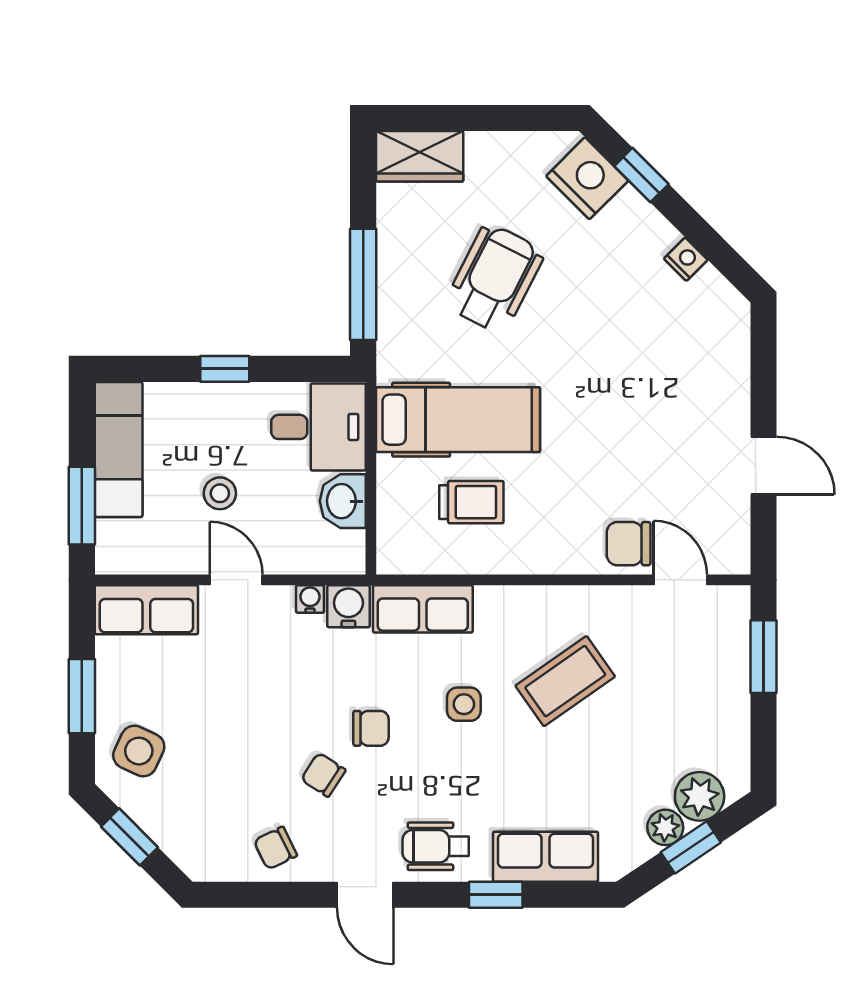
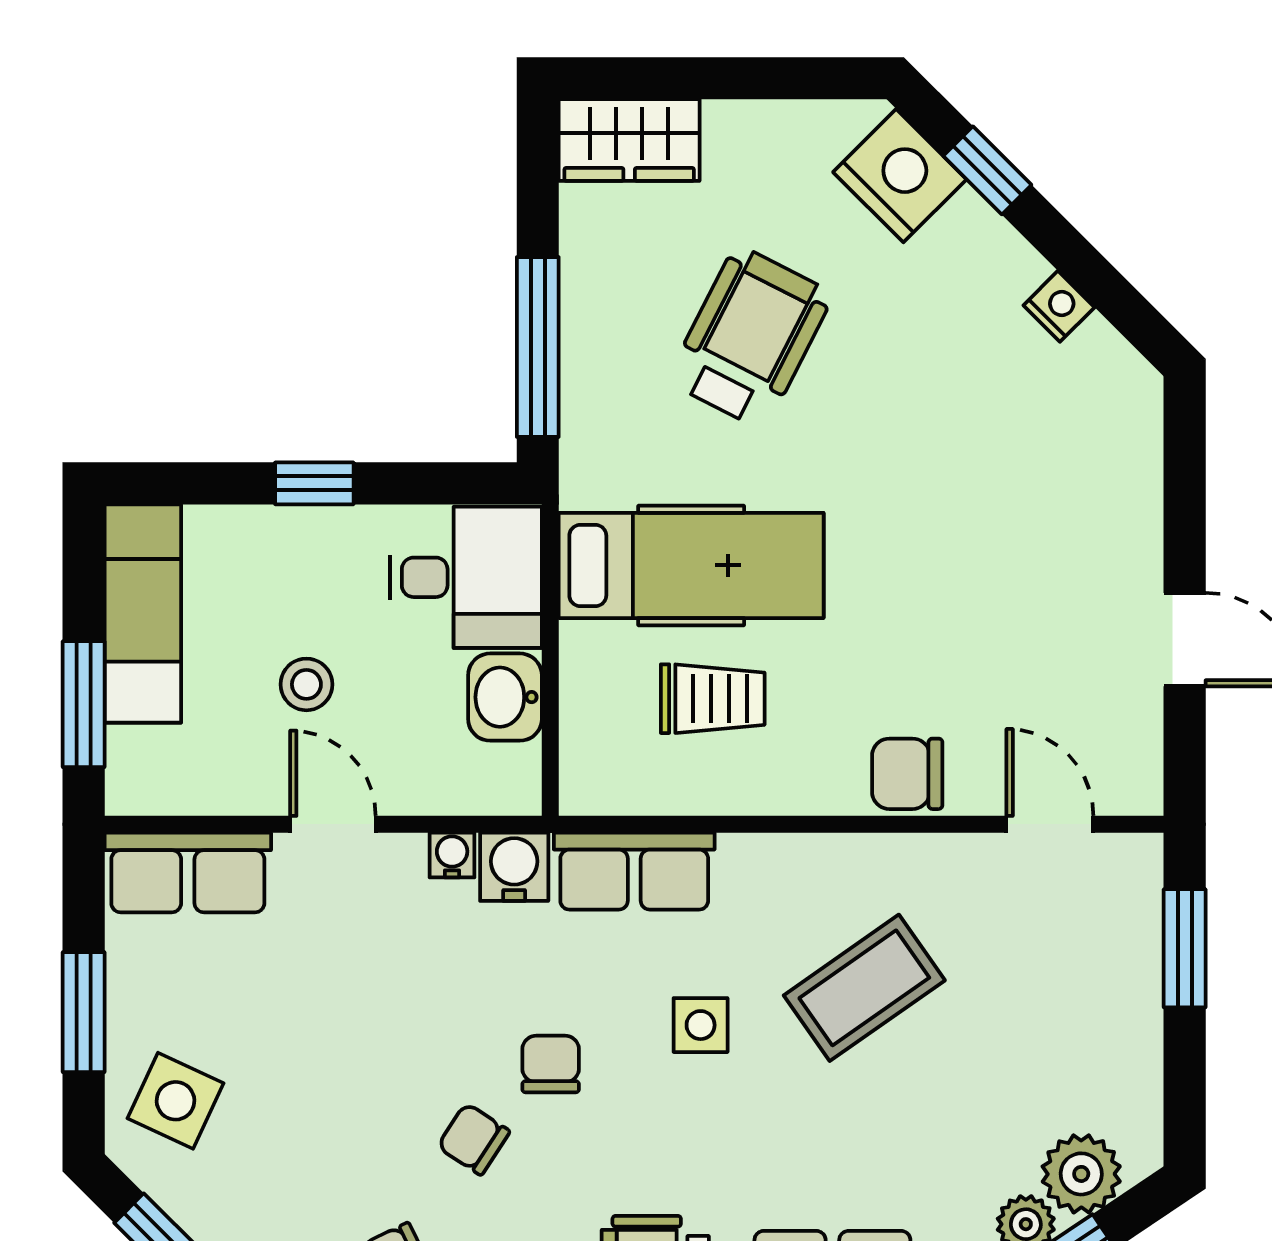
chair: (629, 544) -> (907, 774), moved
chair: (371, 728) -> (551, 1064), turned -90

